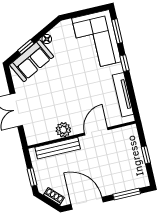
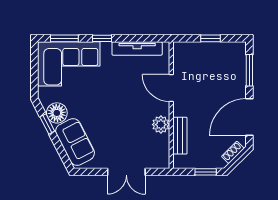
floor lamp: (47, 39) -> (57, 113), width x1.89, depth x1.89
window: (26, 47) -> (47, 124), moved
bench: (58, 148) -> (180, 136), width x0.73

